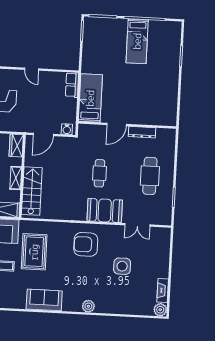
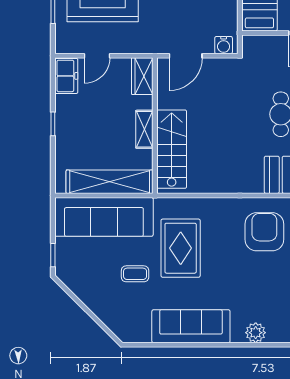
armchair: (86, 244) -> (264, 232), turned 90
sofa: (44, 300) -> (191, 326), width x1.36
plant: (88, 306) -> (256, 333), moved

